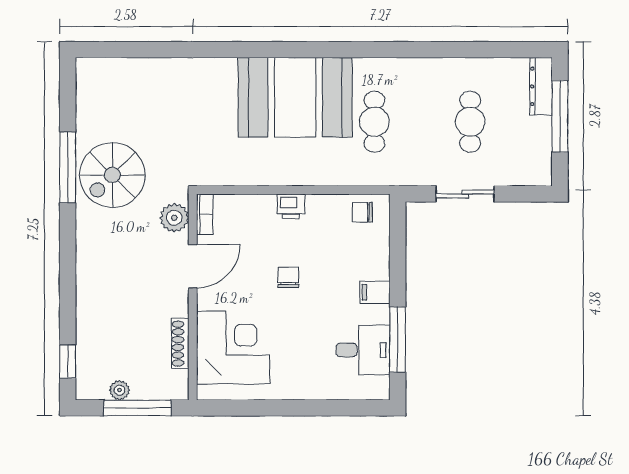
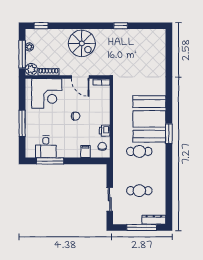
window: (331, 50) -> (169, 134), added
window: (68, 167) -> (121, 26), width x0.46
spiral stairs: (112, 175) -> (82, 43), moved, turned 180
sliding door: (465, 194) -> (110, 199), moved
printer: (291, 206) -> (105, 131), moved
plant: (174, 218) -> (31, 69), moved
filing cabinet: (375, 292) -> (85, 152), moved
window: (306, 408) -> (22, 123), added

